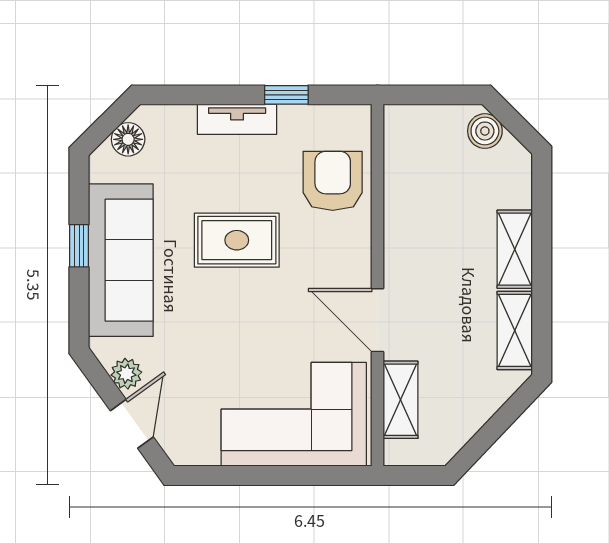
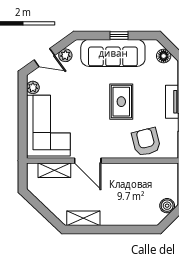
armchair: (333, 181) -> (146, 142), turned -104
shelving: (515, 249) -> (118, 218), removed
door: (378, 320) -> (88, 161), swing flipped
plant: (203, 451) -> (33, 87), added

